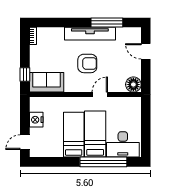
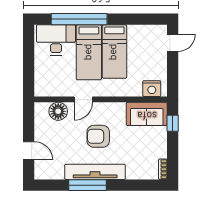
window: (107, 22) -> (88, 185), moved
floor lamp: (133, 85) -> (58, 111), moved
nightstand: (36, 120) -> (152, 89), moved, turned 90

